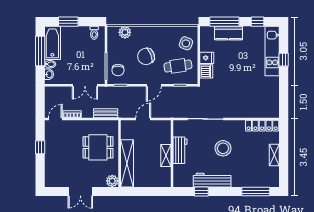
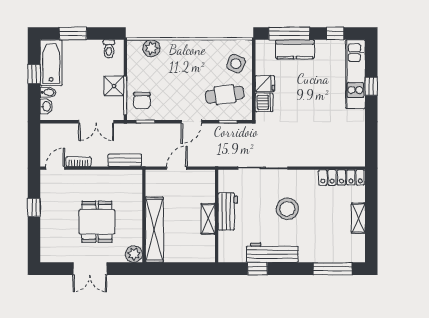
window: (40, 51) -> (34, 74), width x0.46
chair: (146, 56) -> (181, 82), removed
shower: (98, 60) -> (114, 86), added
dining table: (98, 147) -> (97, 222), moved, turned 90

